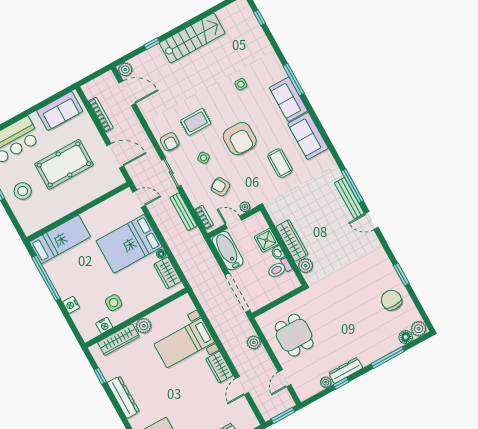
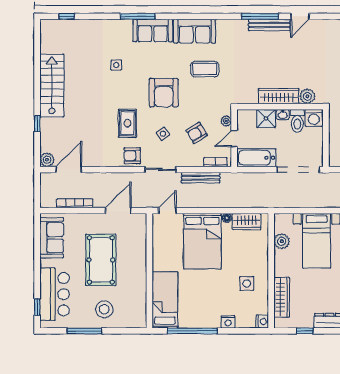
armchair: (240, 139) -> (164, 93), turned 90
armchair: (170, 142) -> (132, 156), turned 180
washing machine: (290, 282) -> (314, 118), added
nightstand: (104, 325) -> (262, 322), moved
plant: (144, 326) -> (282, 241), moved

